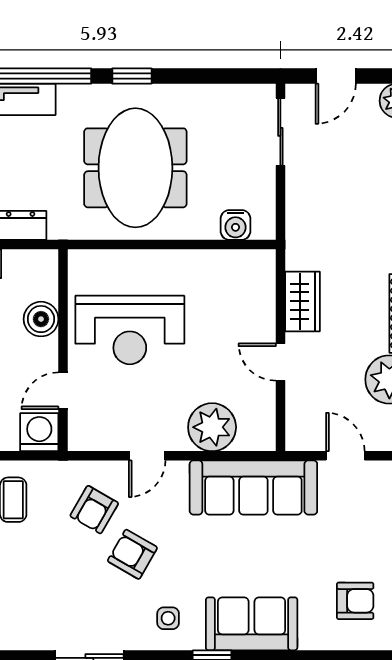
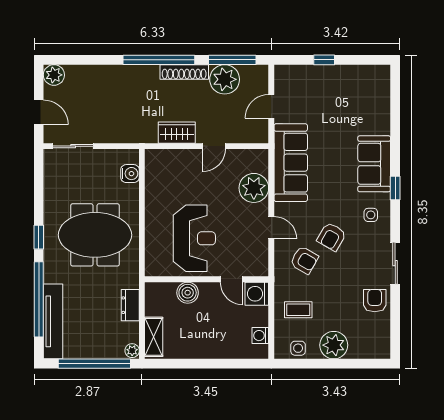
armchair: (355, 601) -> (375, 301), moved

